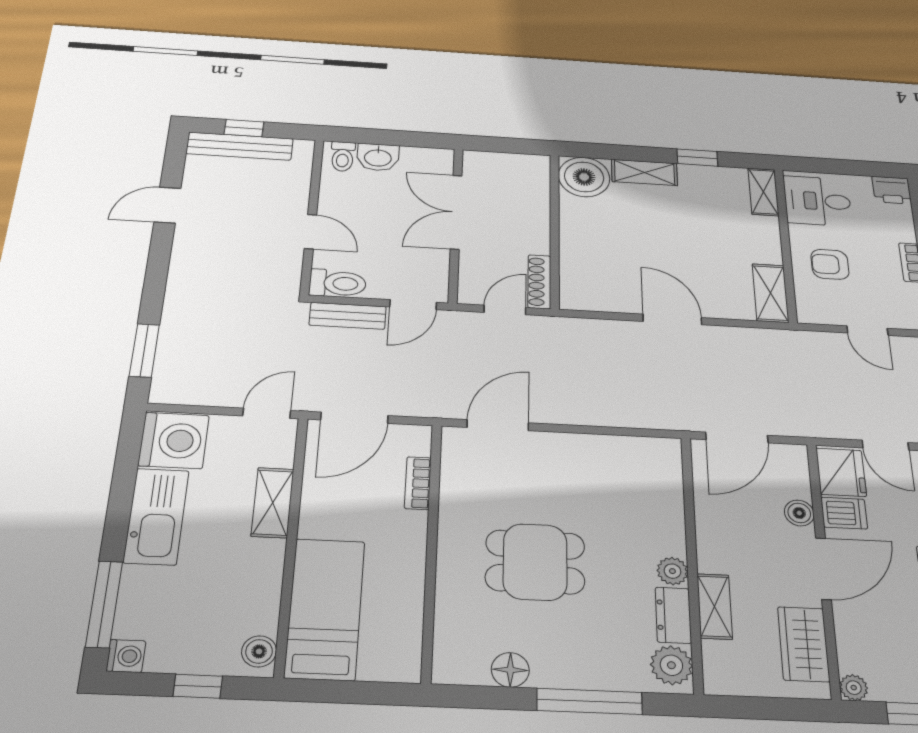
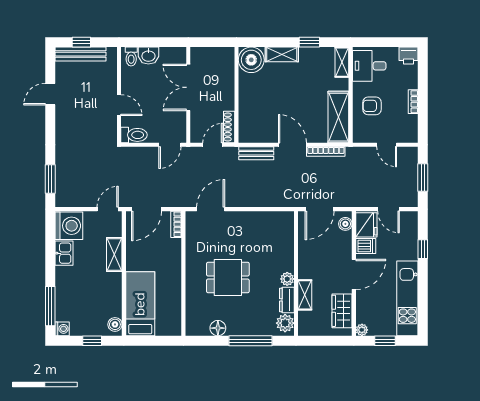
shelving: (770, 293) -> (338, 117), width x1.50, depth x1.33
bench: (348, 316) -> (256, 153), moved
bookcase: (743, 335) -> (326, 152), added
bookcase: (418, 483) -> (176, 224), moved
boiler: (799, 513) -> (345, 224), moved
kitchen sink: (156, 516) -> (64, 253), width x0.53, depth x0.81

